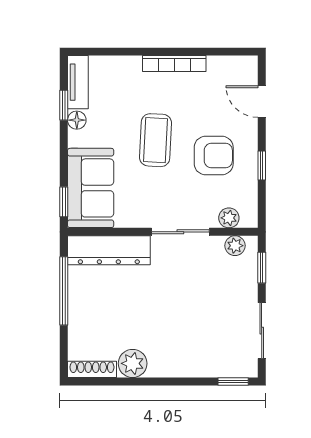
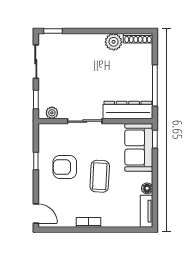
bookcase: (174, 64) -> (88, 222), width x0.64
door: (262, 102) -> (36, 213), moved
window: (64, 105) -> (155, 197), removed
plant: (229, 218) -> (56, 129), removed

